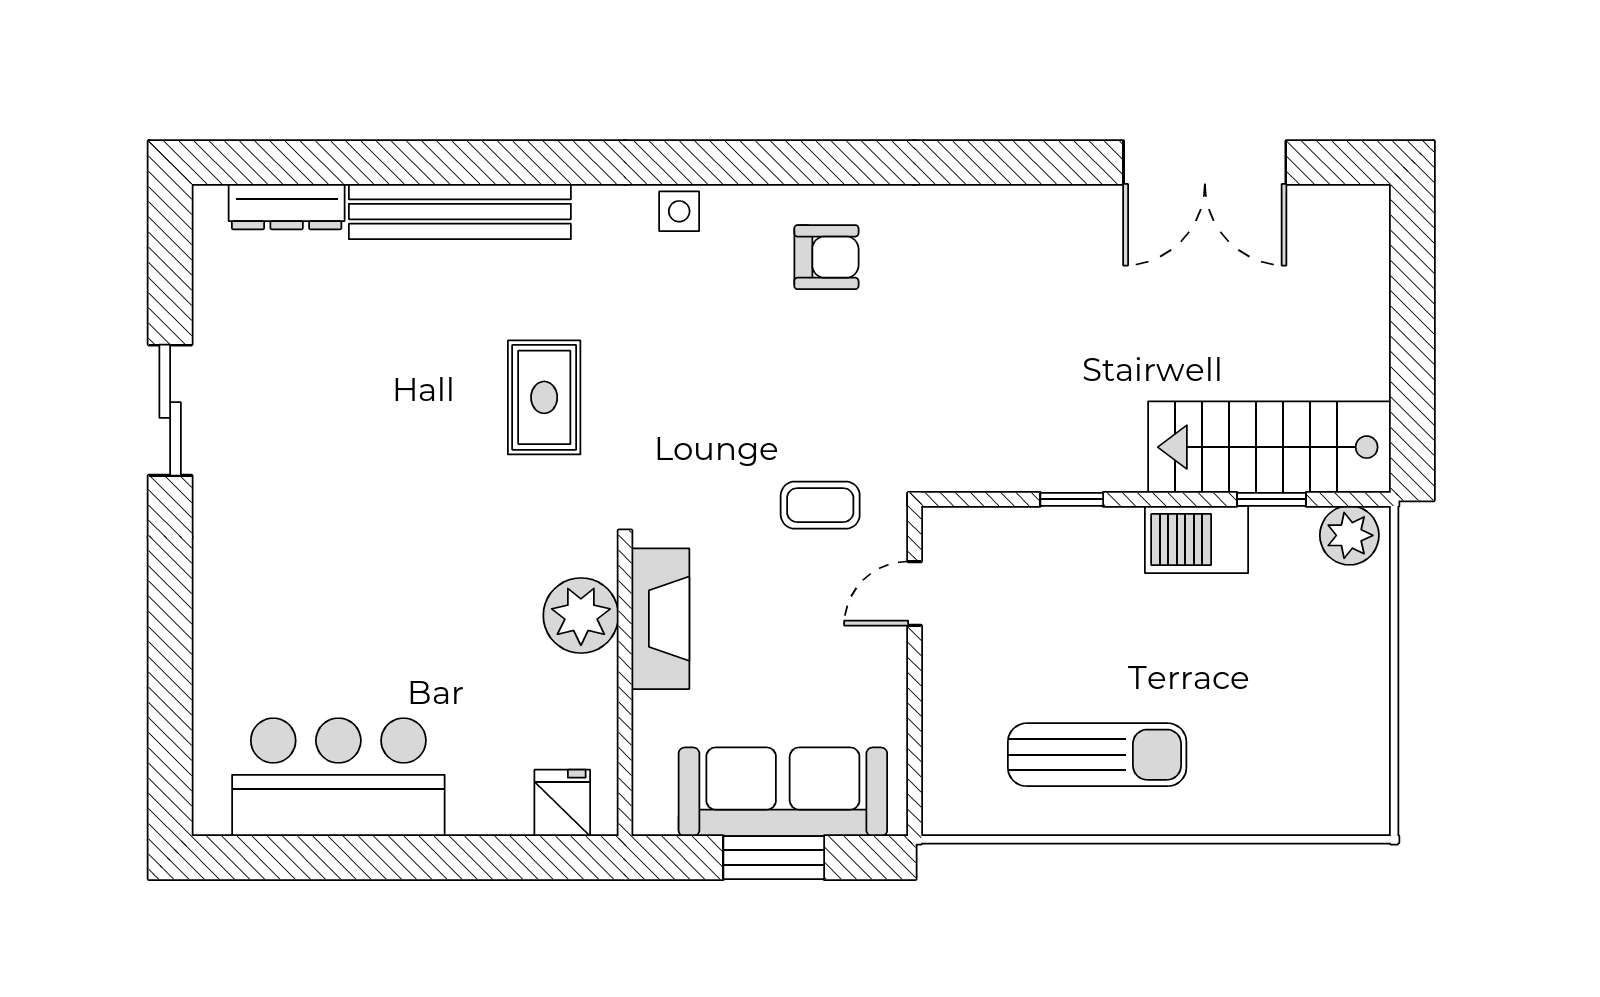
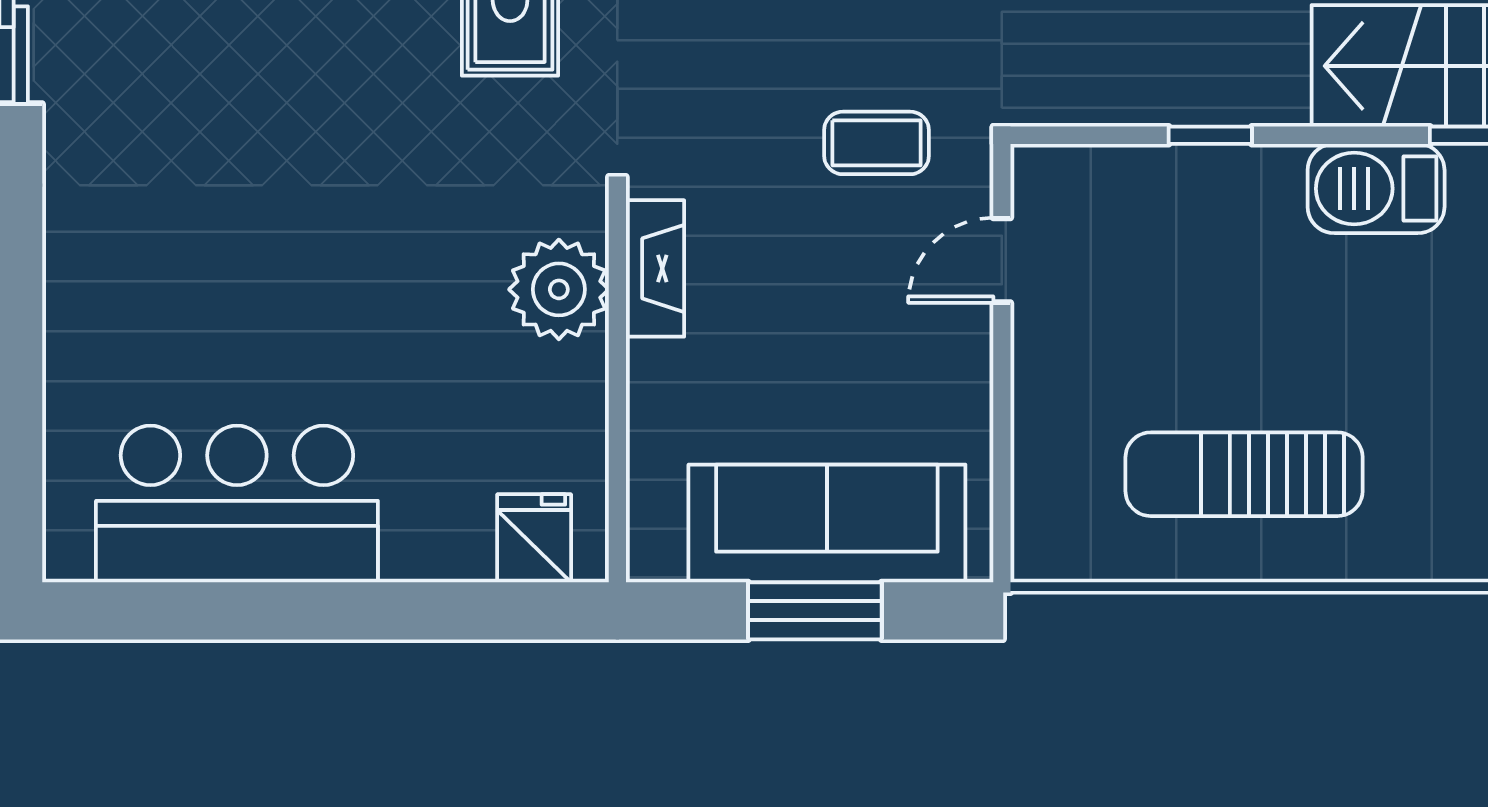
fireplace: (660, 619) -> (655, 268), width x0.73, depth x0.76
sun lounger: (1097, 755) -> (1244, 474), turned 180

